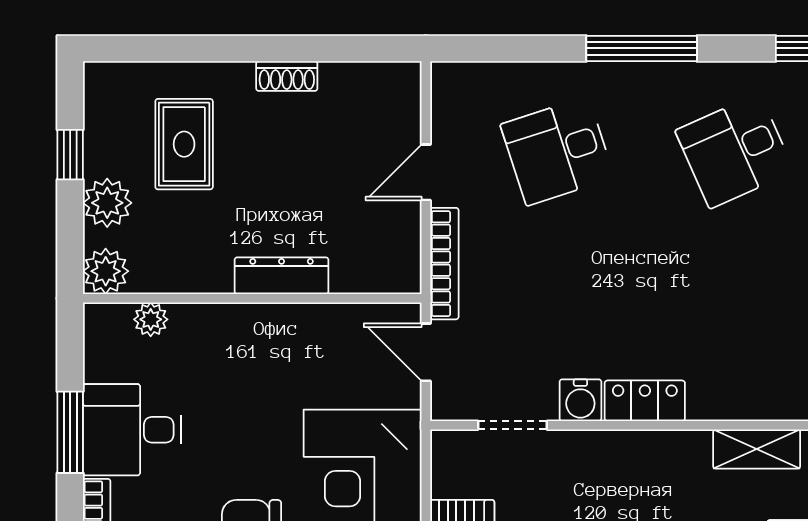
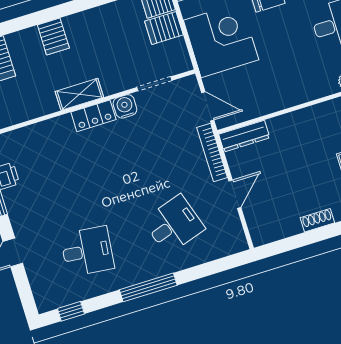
desk: (735, 151) -> (87, 251), turned 30
dresser: (282, 276) -> (244, 136), moved
shelving: (757, 449) -> (79, 94), moved

